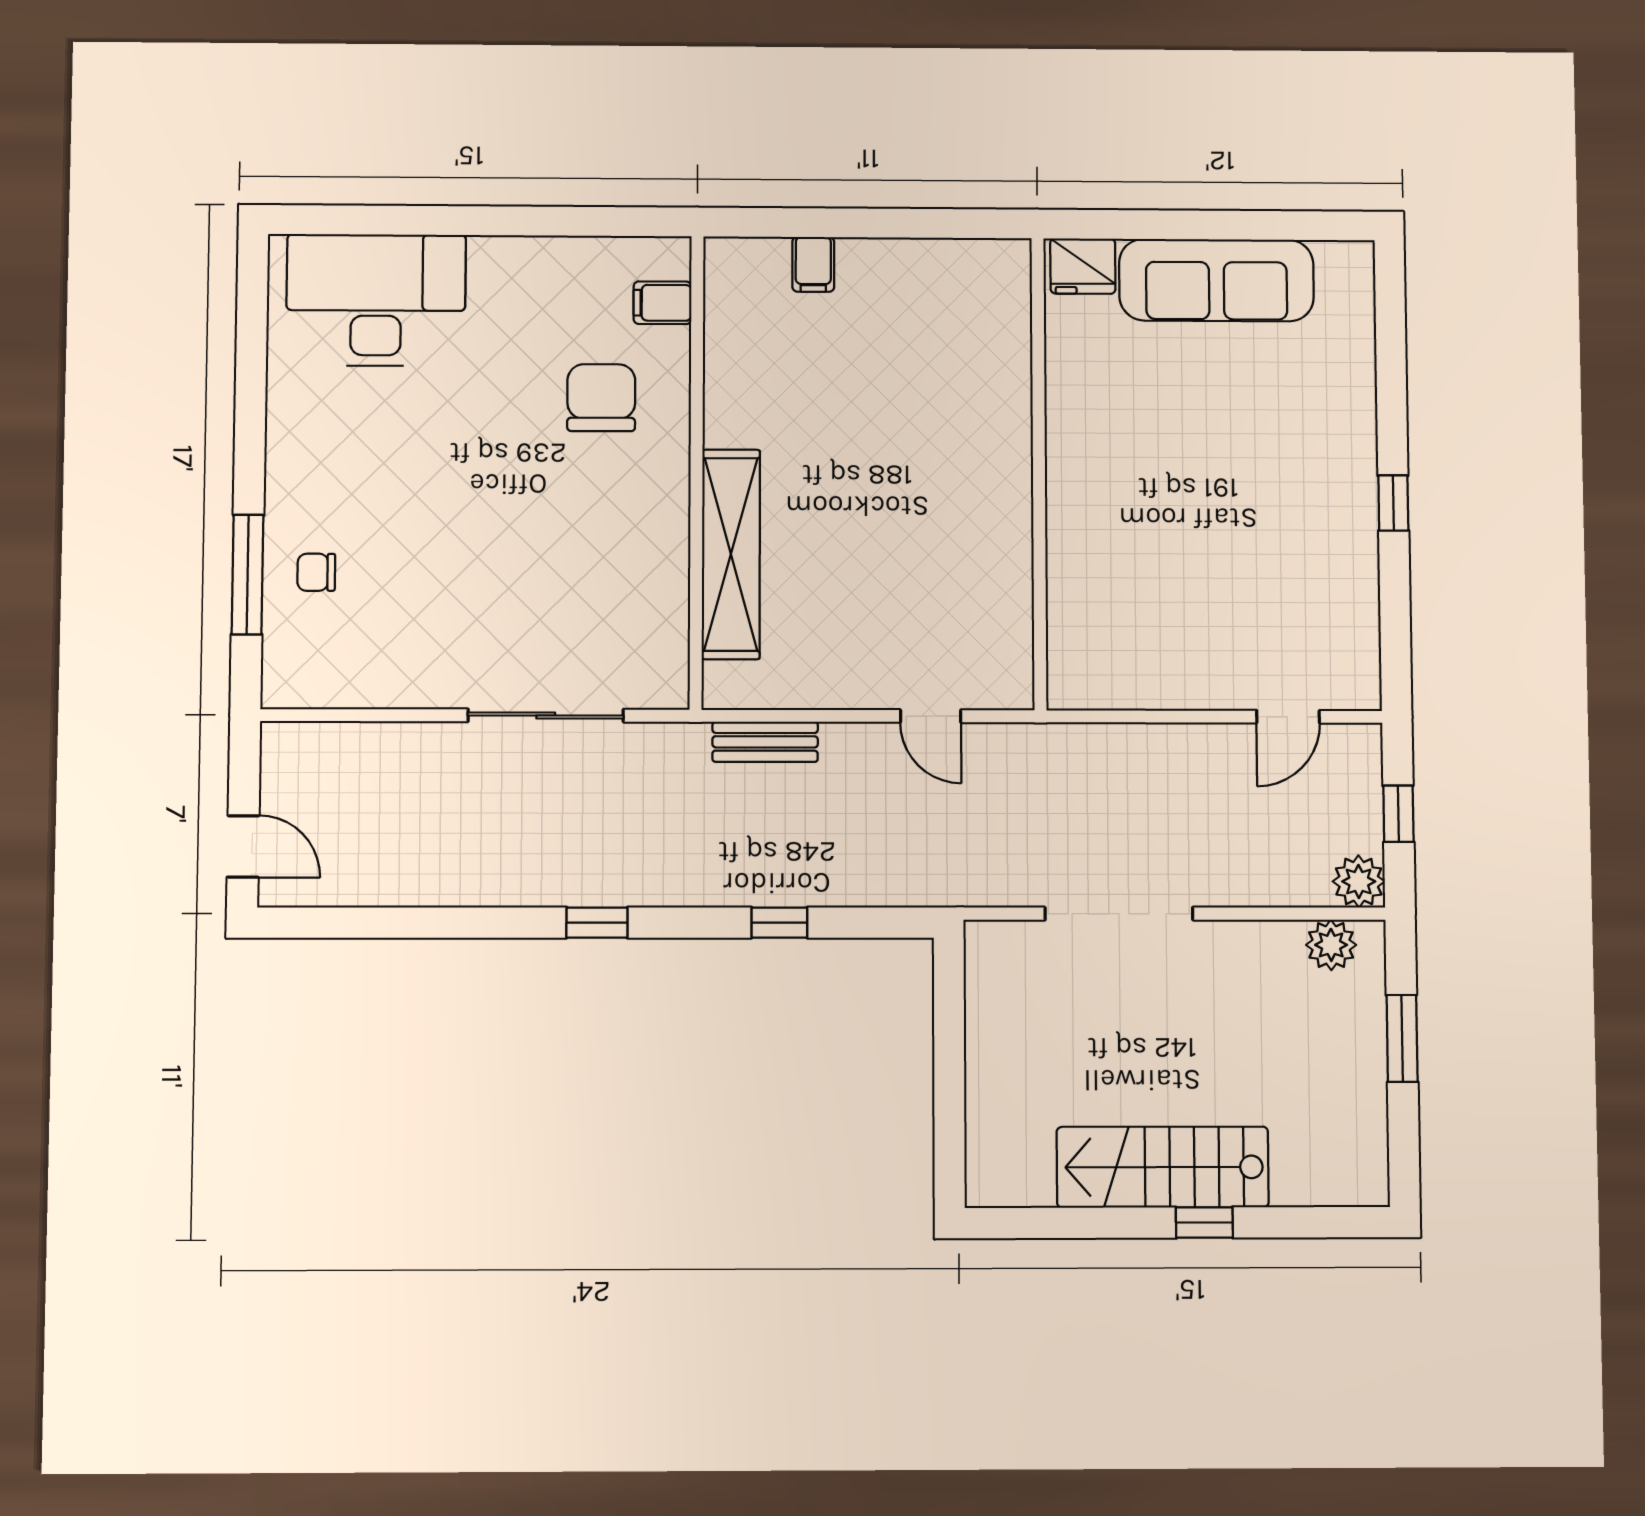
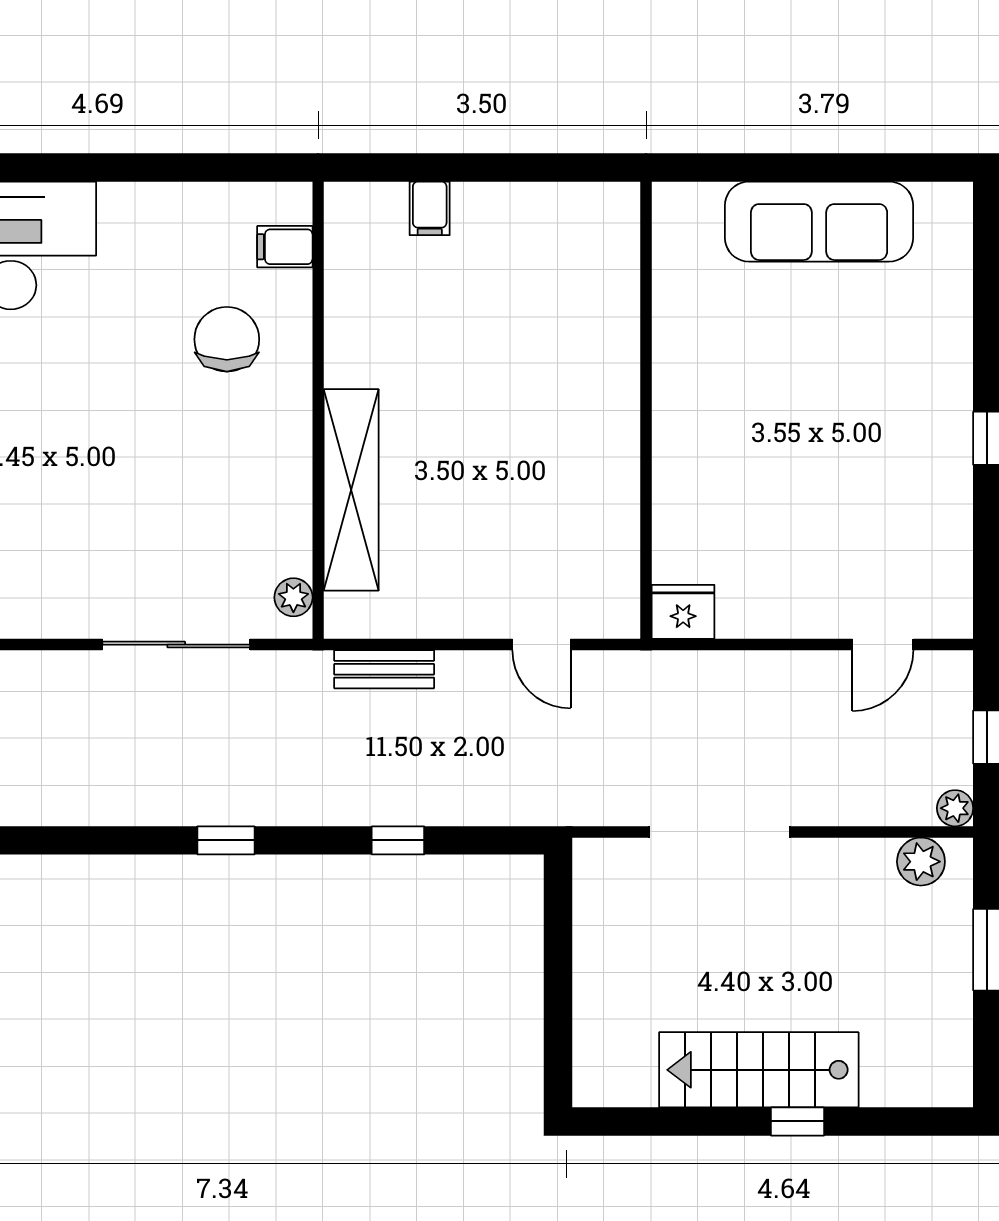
fridge: (1083, 266) -> (683, 612), moved, turned 180
plant: (670, 666) -> (293, 597), added
plant: (1359, 881) -> (955, 808), width x0.73, depth x0.73

